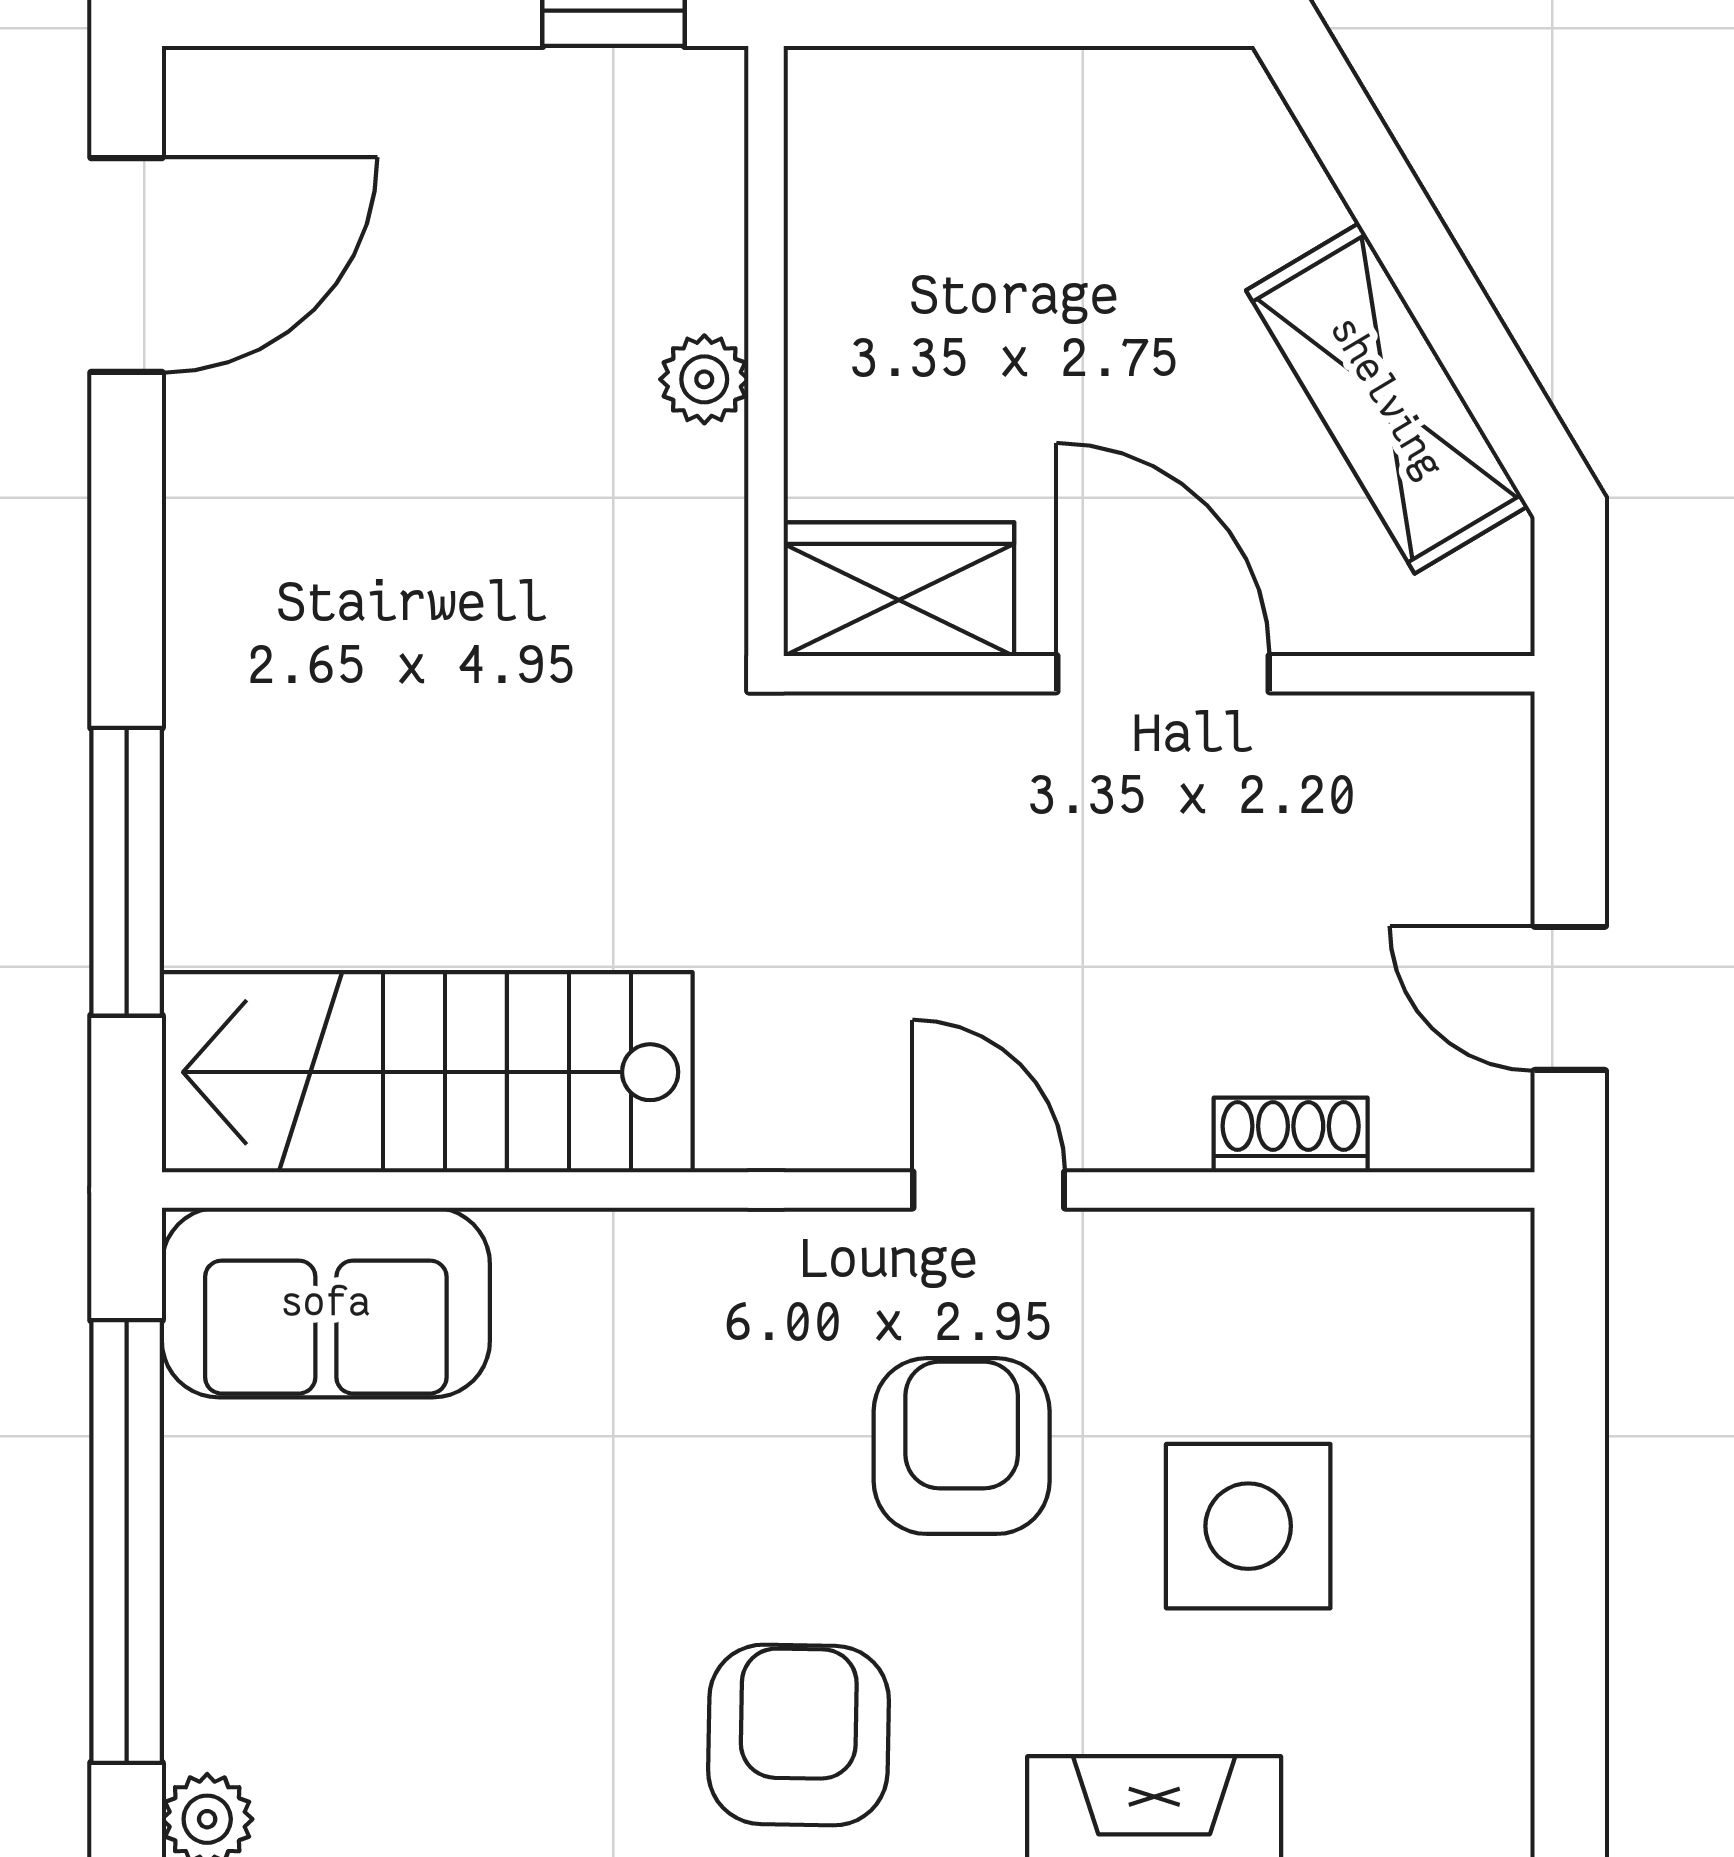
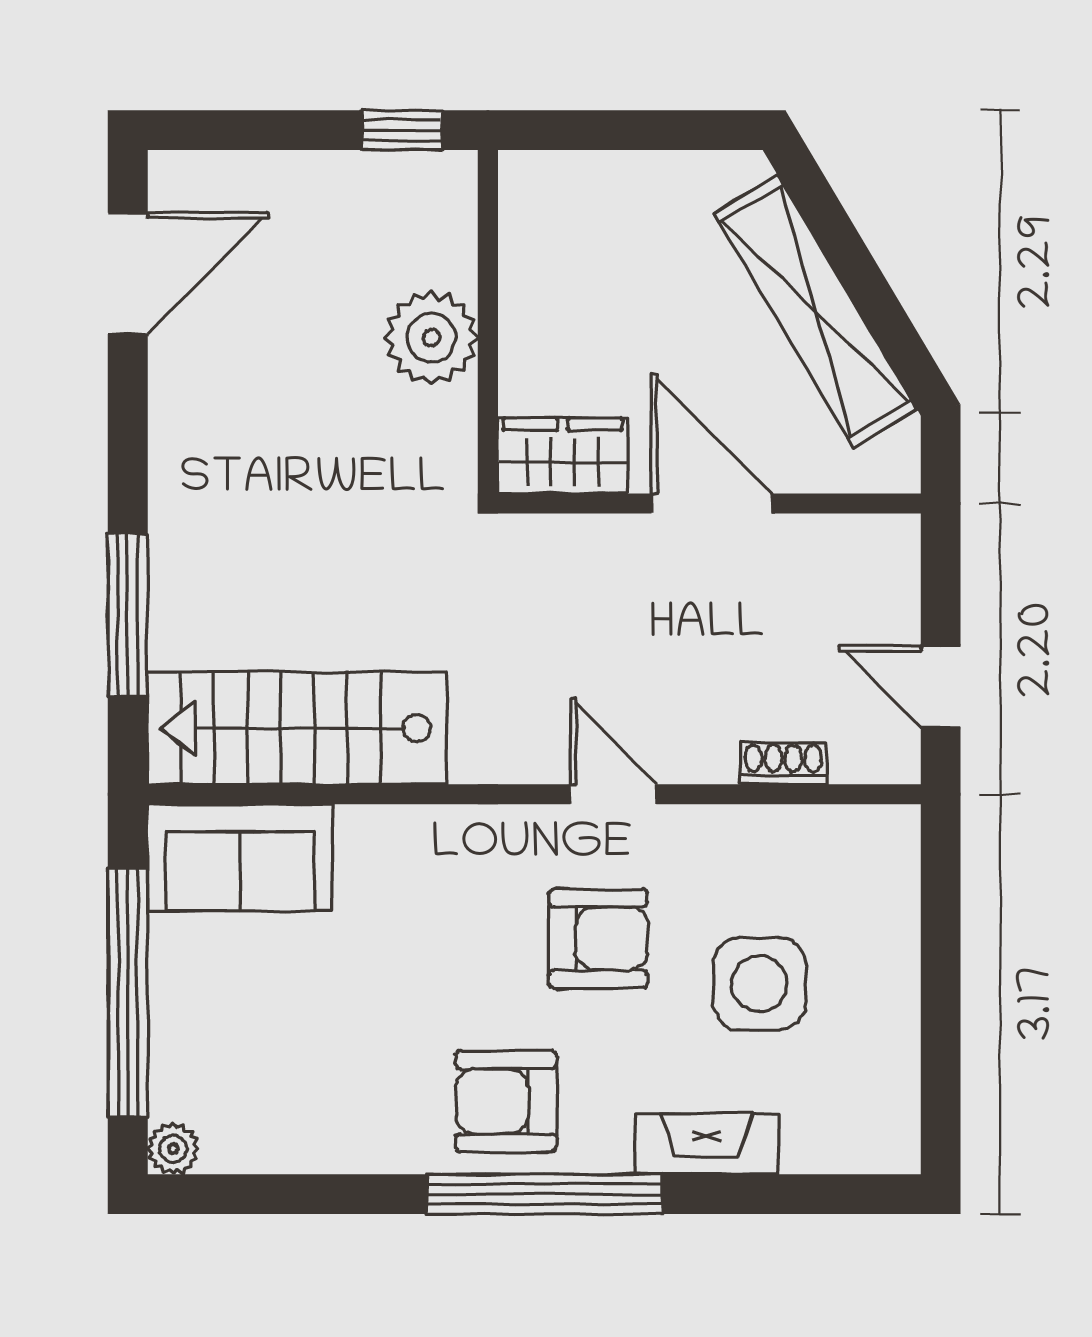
plant: (704, 379) -> (431, 338), width x1.88, depth x1.88
shelving: (1387, 398) -> (815, 311), width x1.47
armchair: (962, 1446) -> (598, 939), turned 90
armchair: (798, 1735) -> (506, 1101), turned -91

